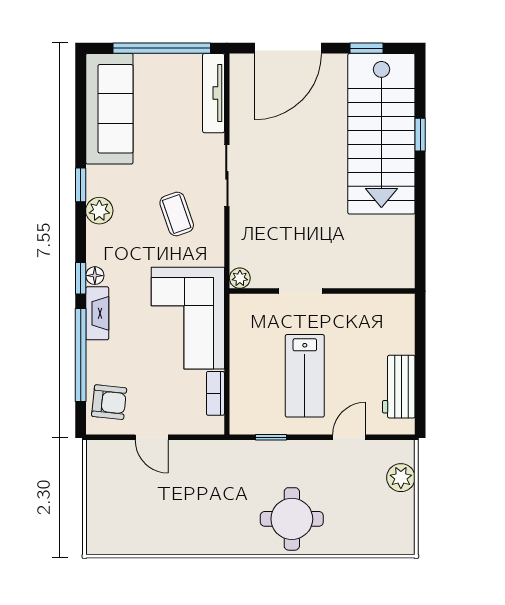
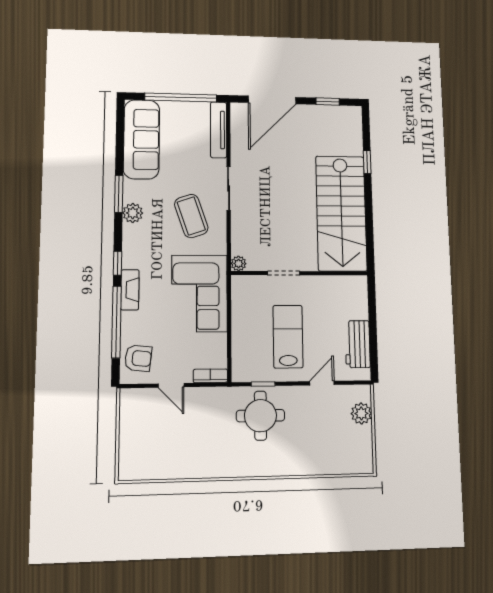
stairs: (381, 134) -> (341, 213), moved
window: (81, 185) -> (119, 194), width x1.50
coffee table: (177, 214) -> (191, 216), width x1.36, depth x1.30
floor lamp: (95, 276) -> (129, 261), removed
lab bench: (305, 376) -> (288, 337), turned 180
bookcase: (215, 393) -> (210, 376), moved, turned 90
round table: (292, 519) -> (260, 416), moved

